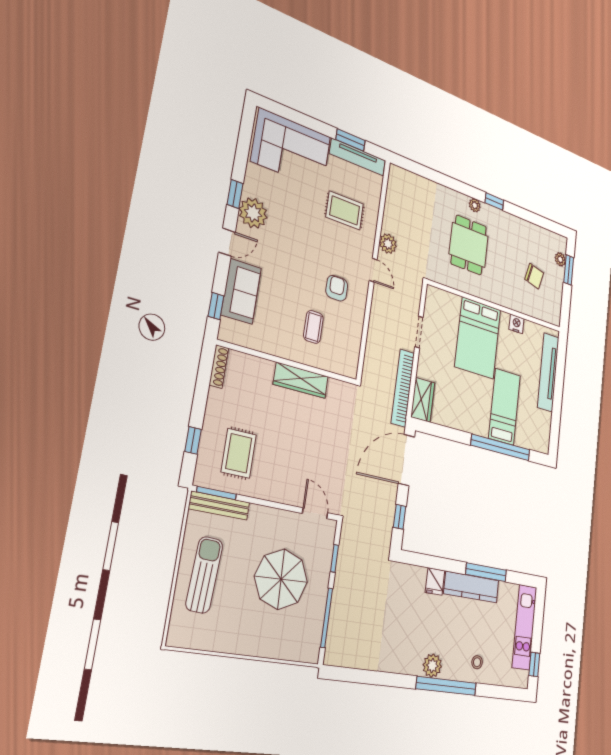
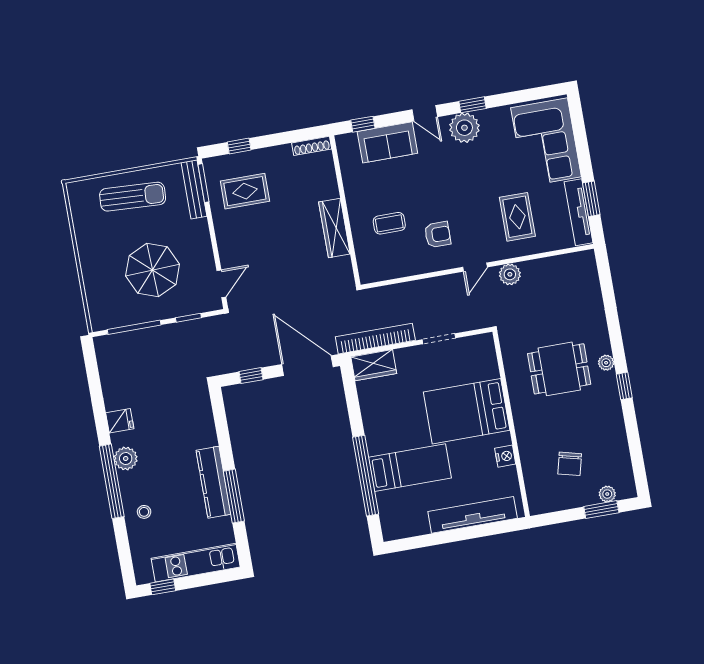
fridge: (435, 581) -> (120, 421), moved, turned 180

